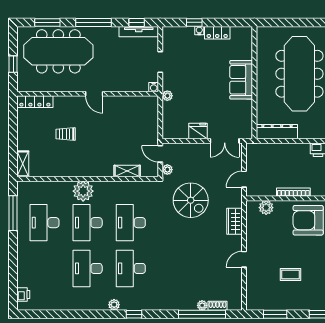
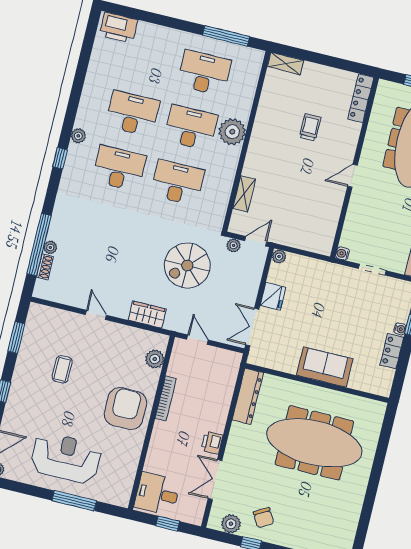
plant: (167, 96) -> (279, 257), moved
printer: (23, 294) -> (118, 28), width x1.87, depth x1.48

